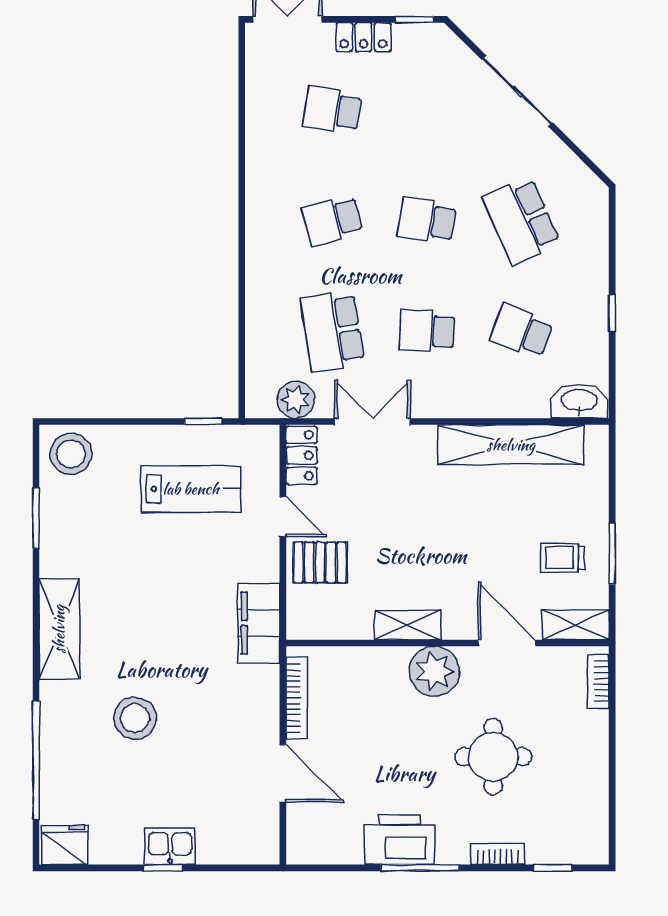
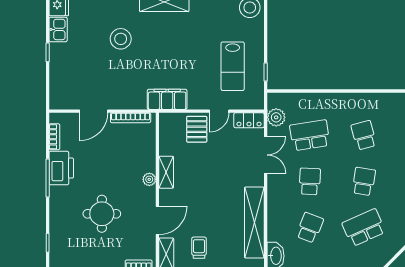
plant: (434, 671) -> (149, 179), width x0.53, depth x0.53
kitchen sink: (170, 846) -> (58, 29), moved
bookcase: (498, 854) -> (54, 137), moved

